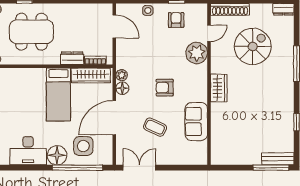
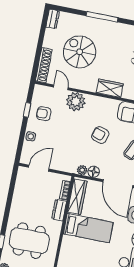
dining table: (31, 32) -> (29, 241), turned 90
armchair: (165, 88) -> (100, 135), turned 109

